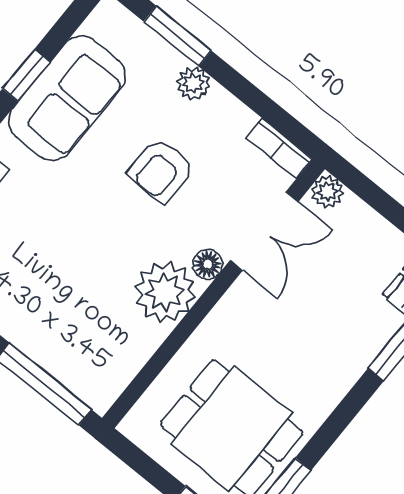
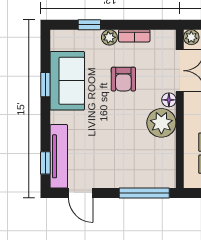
window: (178, 36) -> (89, 25), width x0.67
bookcase: (279, 148) -> (134, 36), moved

